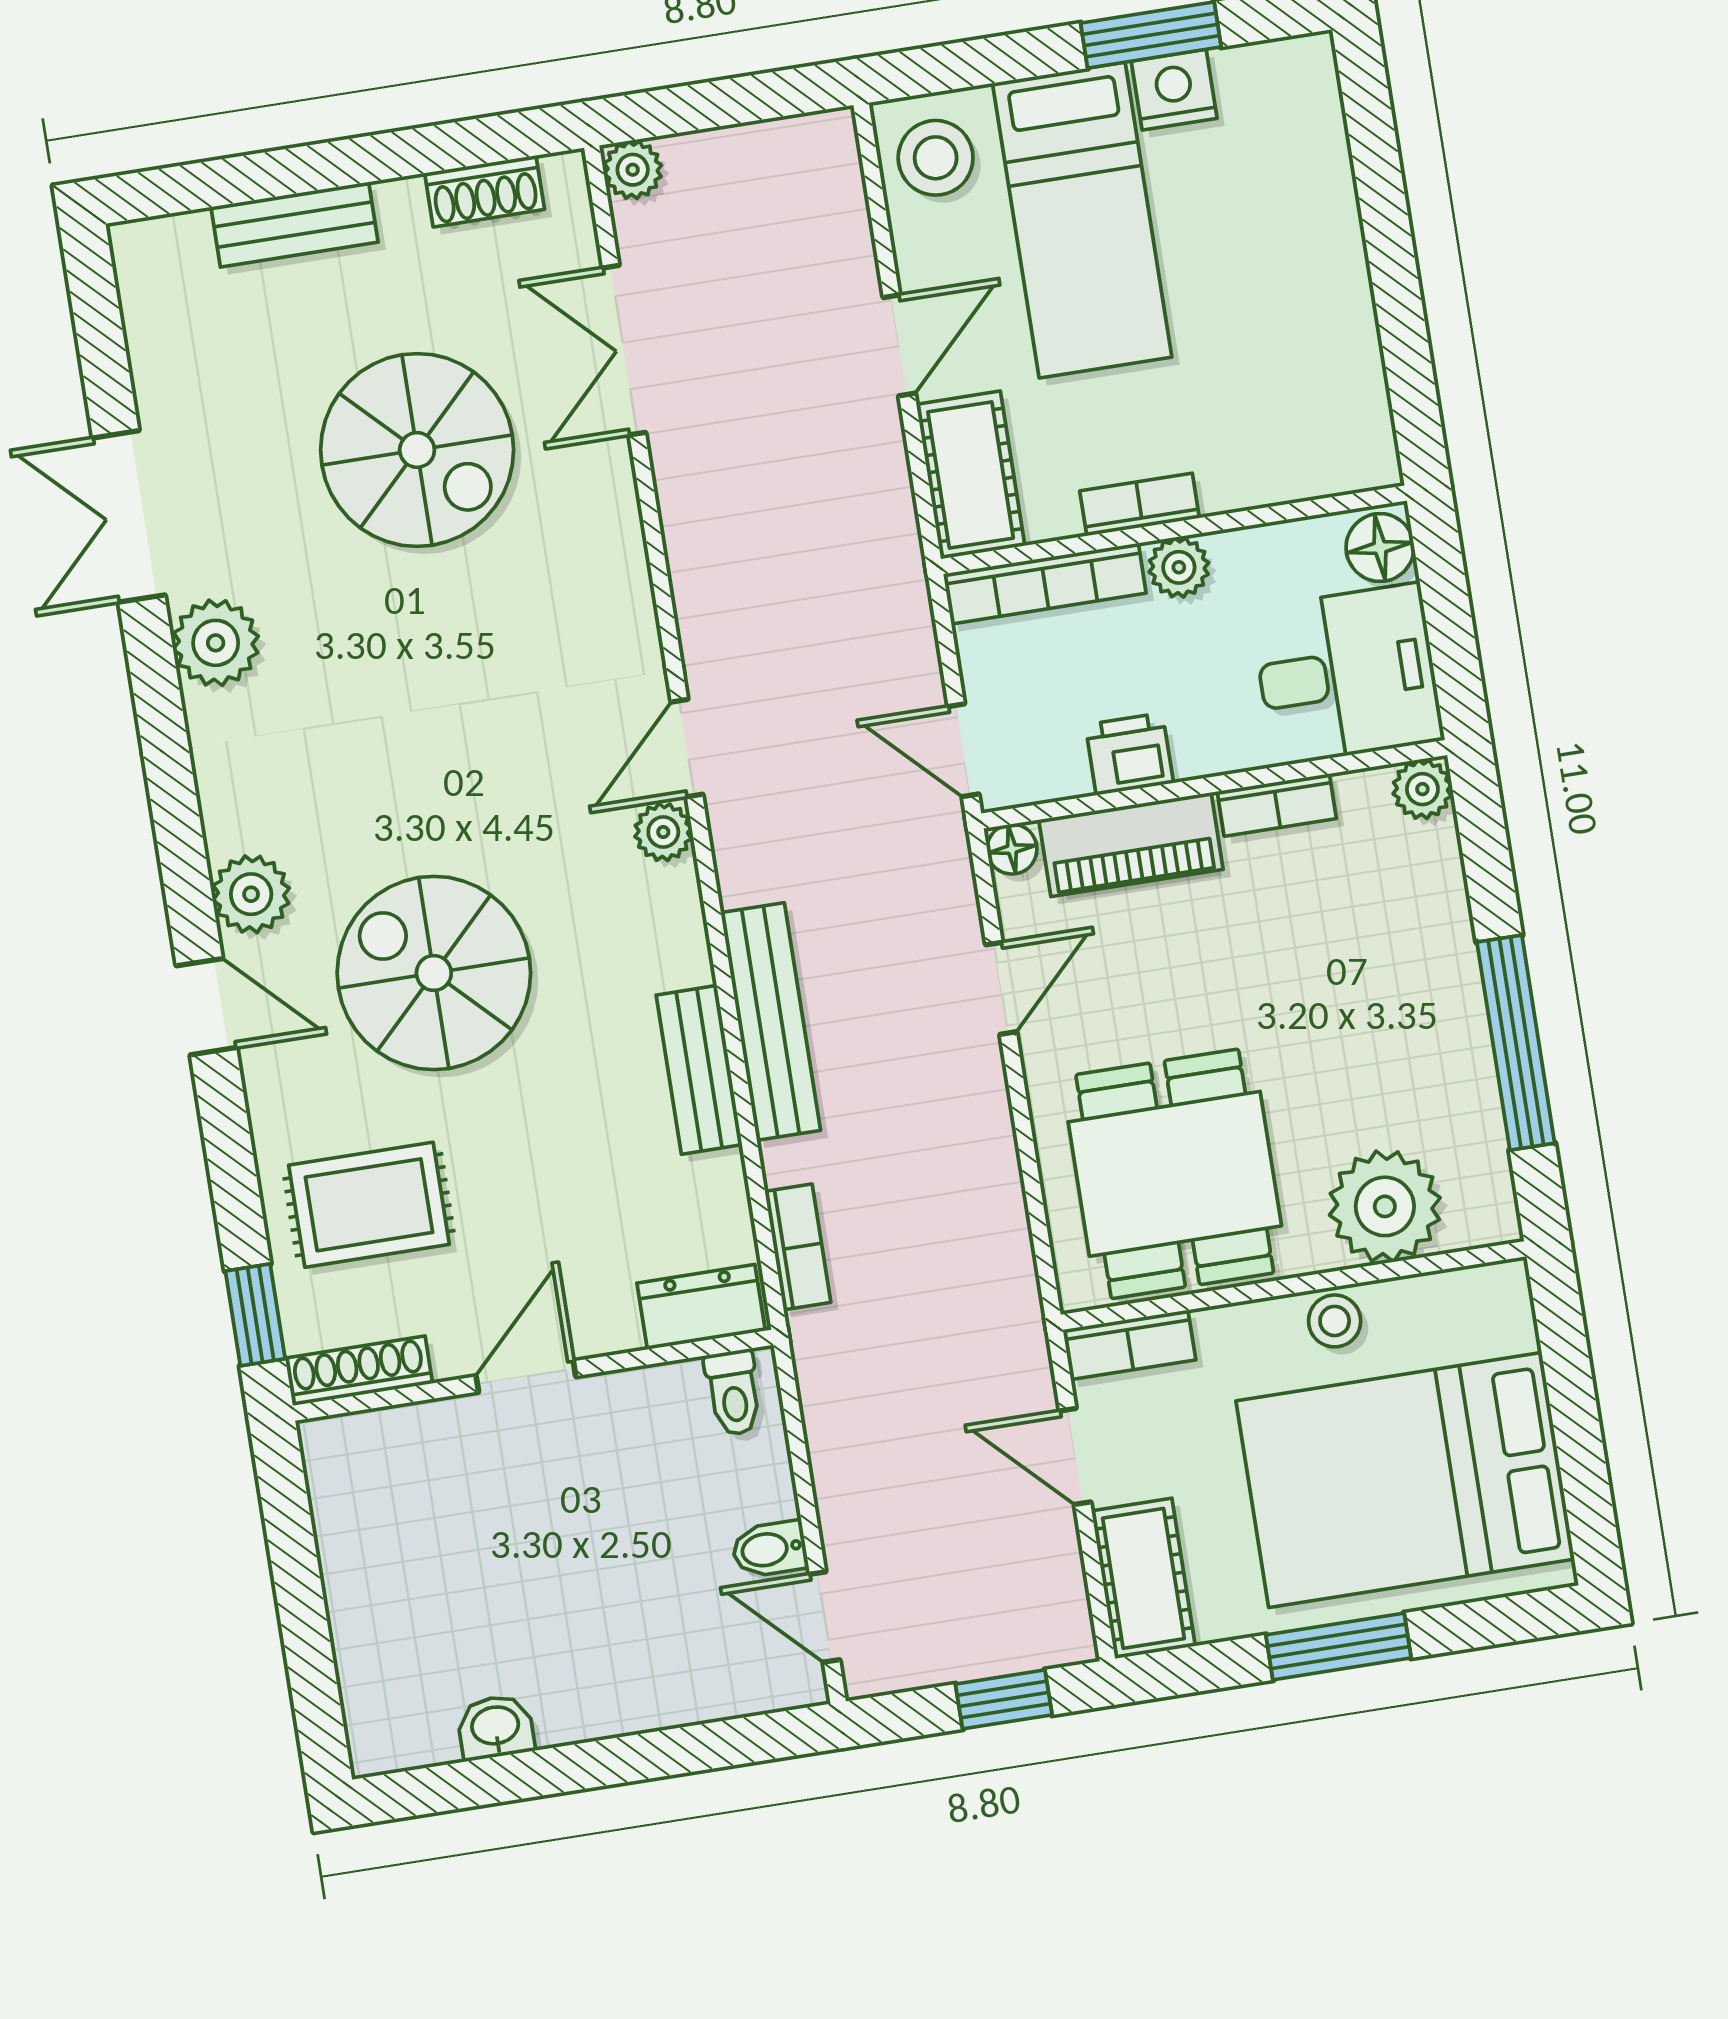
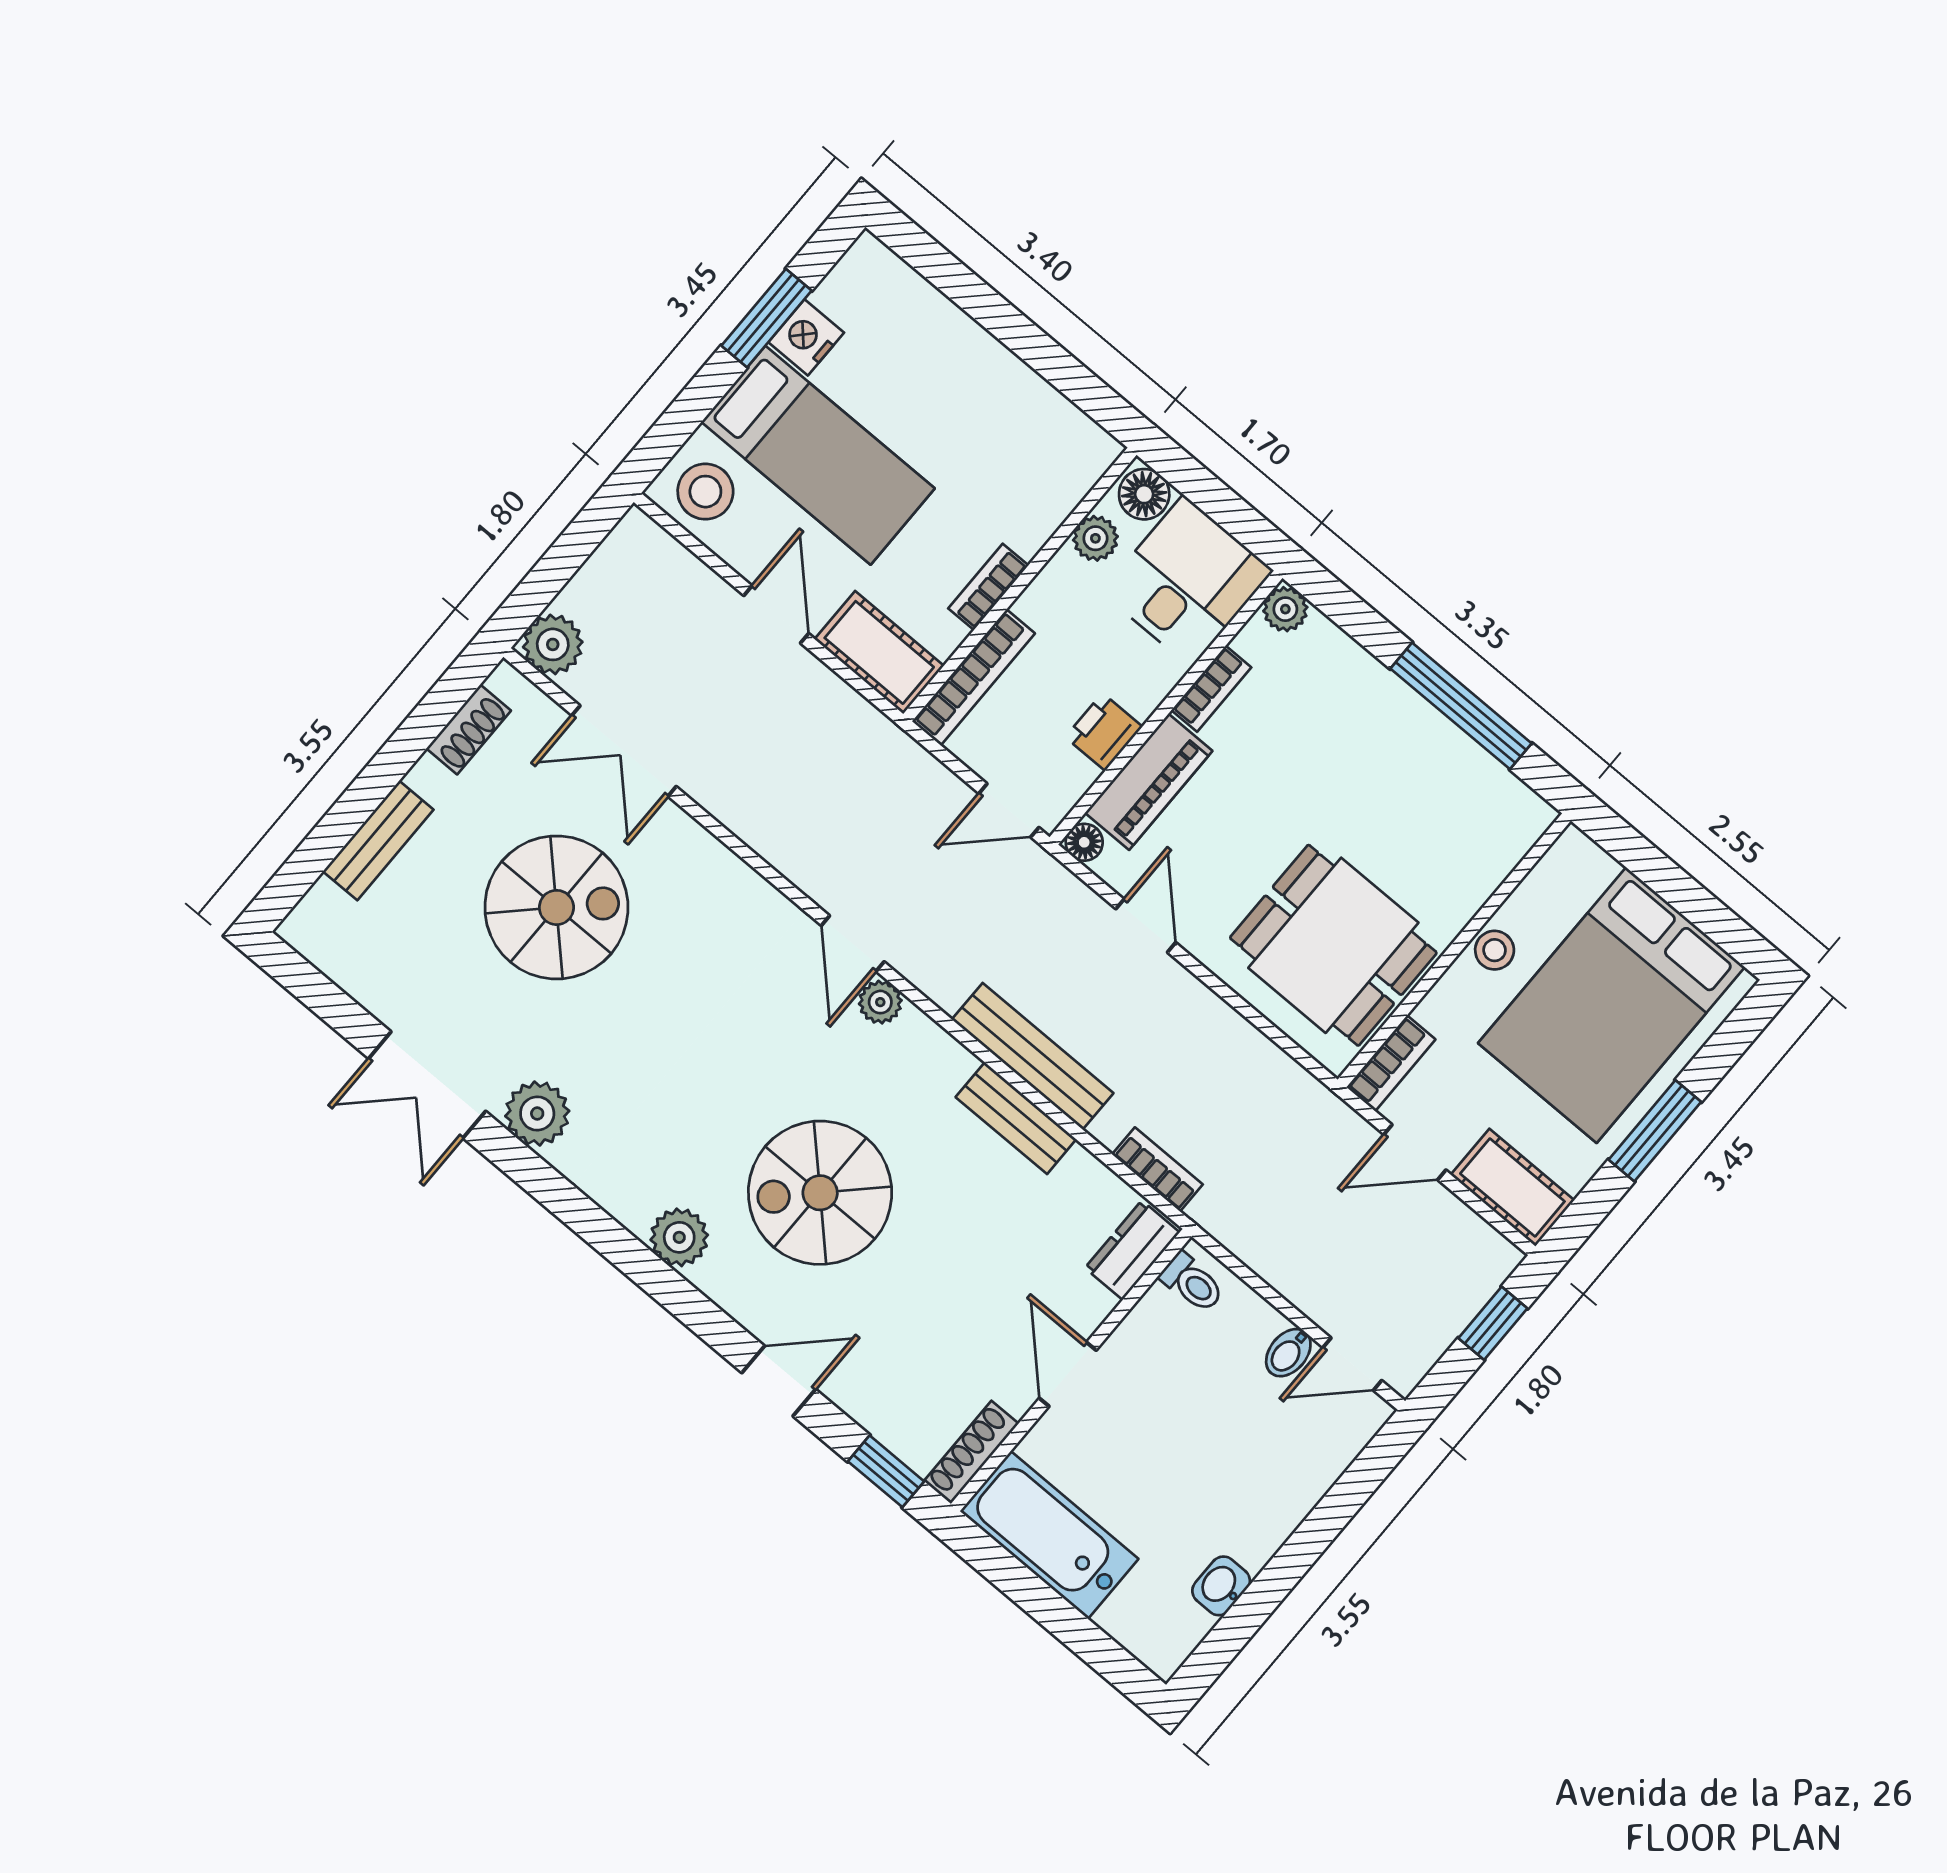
plant: (633, 170) -> (553, 644), width x1.38, depth x1.38
plant: (1179, 567) -> (1095, 538), moved
door: (206, 1007) -> (779, 1381), moved
rug: (369, 1205) -> (896, 1354), removed
plant: (1385, 1206) -> (1467, 862), removed
bathtub: (365, 1524) -> (1049, 1535), added

